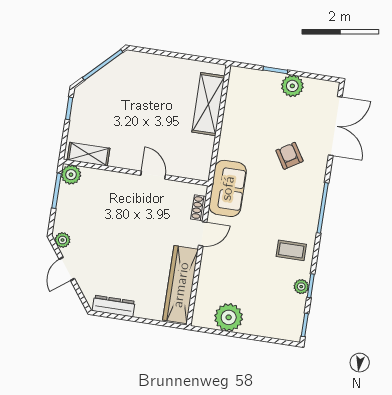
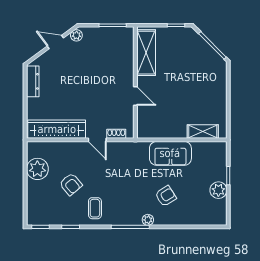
shelving: (208, 104) -> (203, 131), width x0.67, depth x0.75
double door: (335, 126) -> (193, 227), removed
shelving: (88, 154) -> (146, 53), width x1.50, depth x1.33
plant: (71, 175) -> (126, 34), removed
door: (153, 175) -> (135, 96), hinge flipped
sofa: (228, 188) -> (170, 153), moved
armchair: (255, 277) -> (71, 184), added
plant: (301, 287) -> (148, 220), moved

